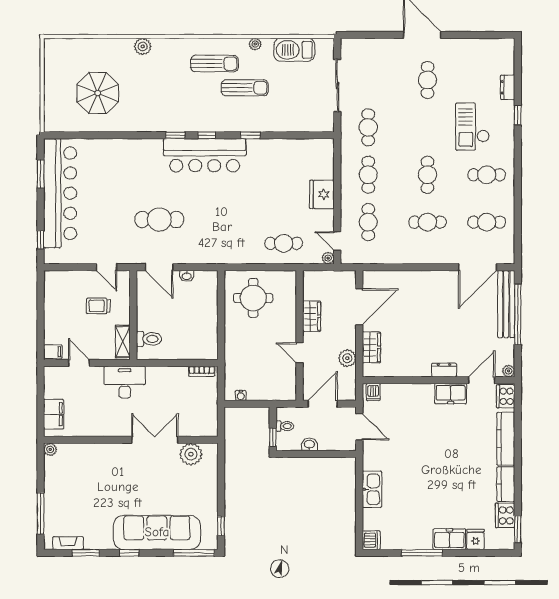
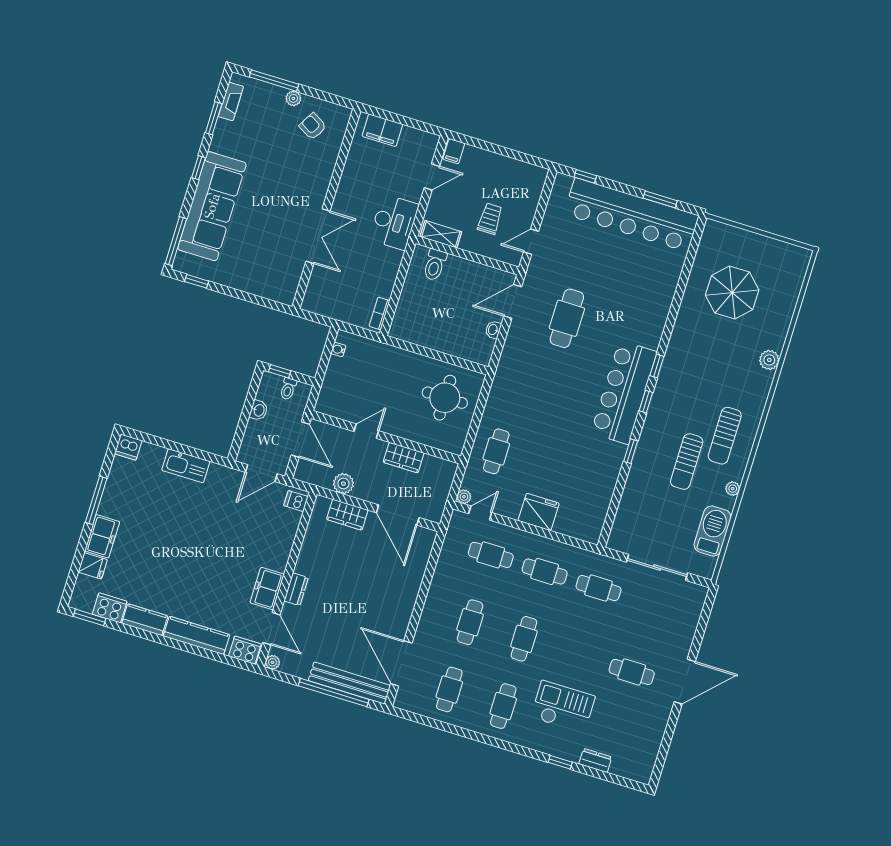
cafe table: (427, 175) -> (524, 639), turned 90
plant: (50, 449) -> (293, 98), moved
plant: (191, 454) -> (289, 272), removed
armchair: (68, 471) -> (313, 126), added

